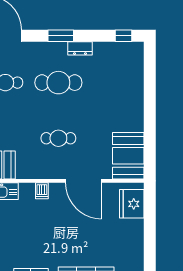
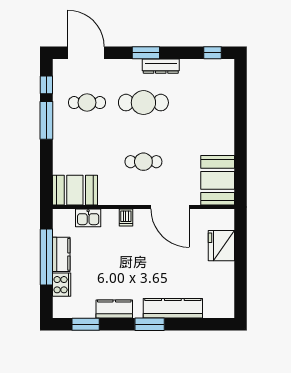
dresser: (80, 48) -> (161, 66), width x1.44
fridge: (132, 204) -> (221, 246), moved

